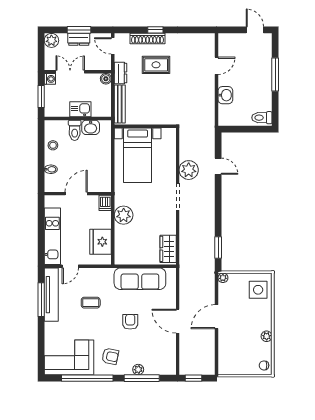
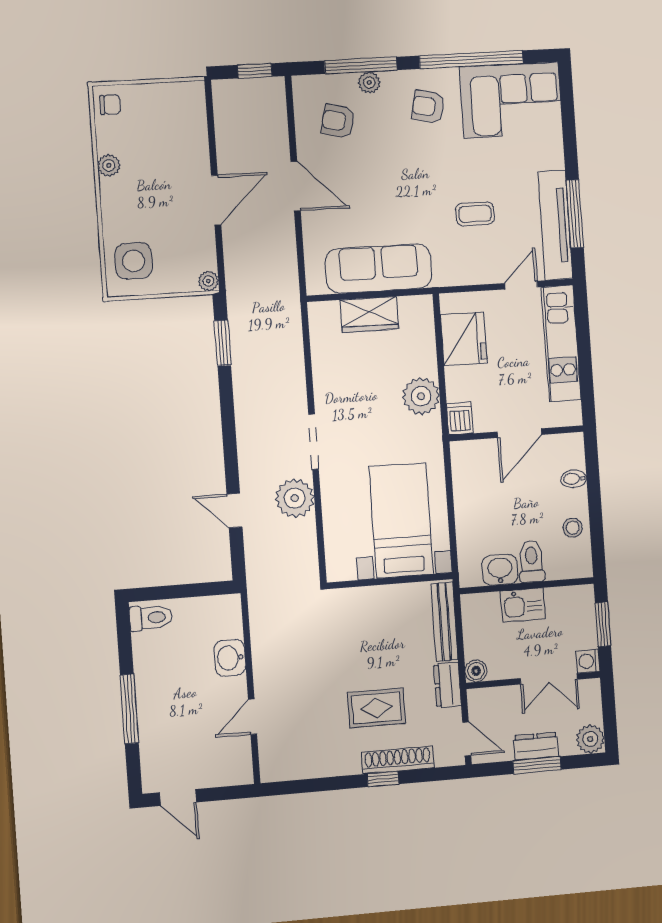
wardrobe: (168, 249) -> (369, 314), moved, turned 90
armchair: (130, 322) -> (338, 121), moved, turned 104

